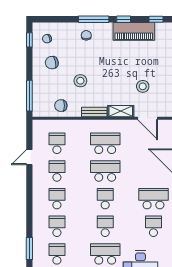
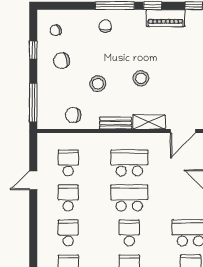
piano: (134, 31) -> (166, 18), width x0.73, depth x0.75
window: (29, 40) -> (33, 50), moved
stool: (143, 86) -> (141, 78), moved
door: (148, 118) -> (183, 131), hinge flipped

